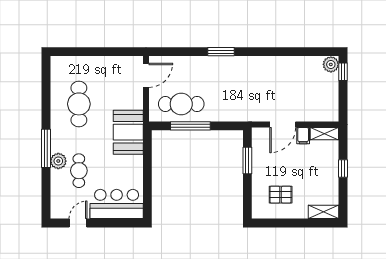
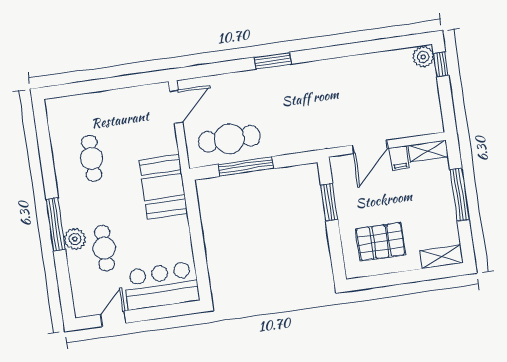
cafe table: (79, 104) -> (92, 158), width x0.73, depth x0.74
window: (343, 168) -> (460, 195), width x2.17
pallet: (281, 195) -> (380, 242), width x1.50, depth x1.42

